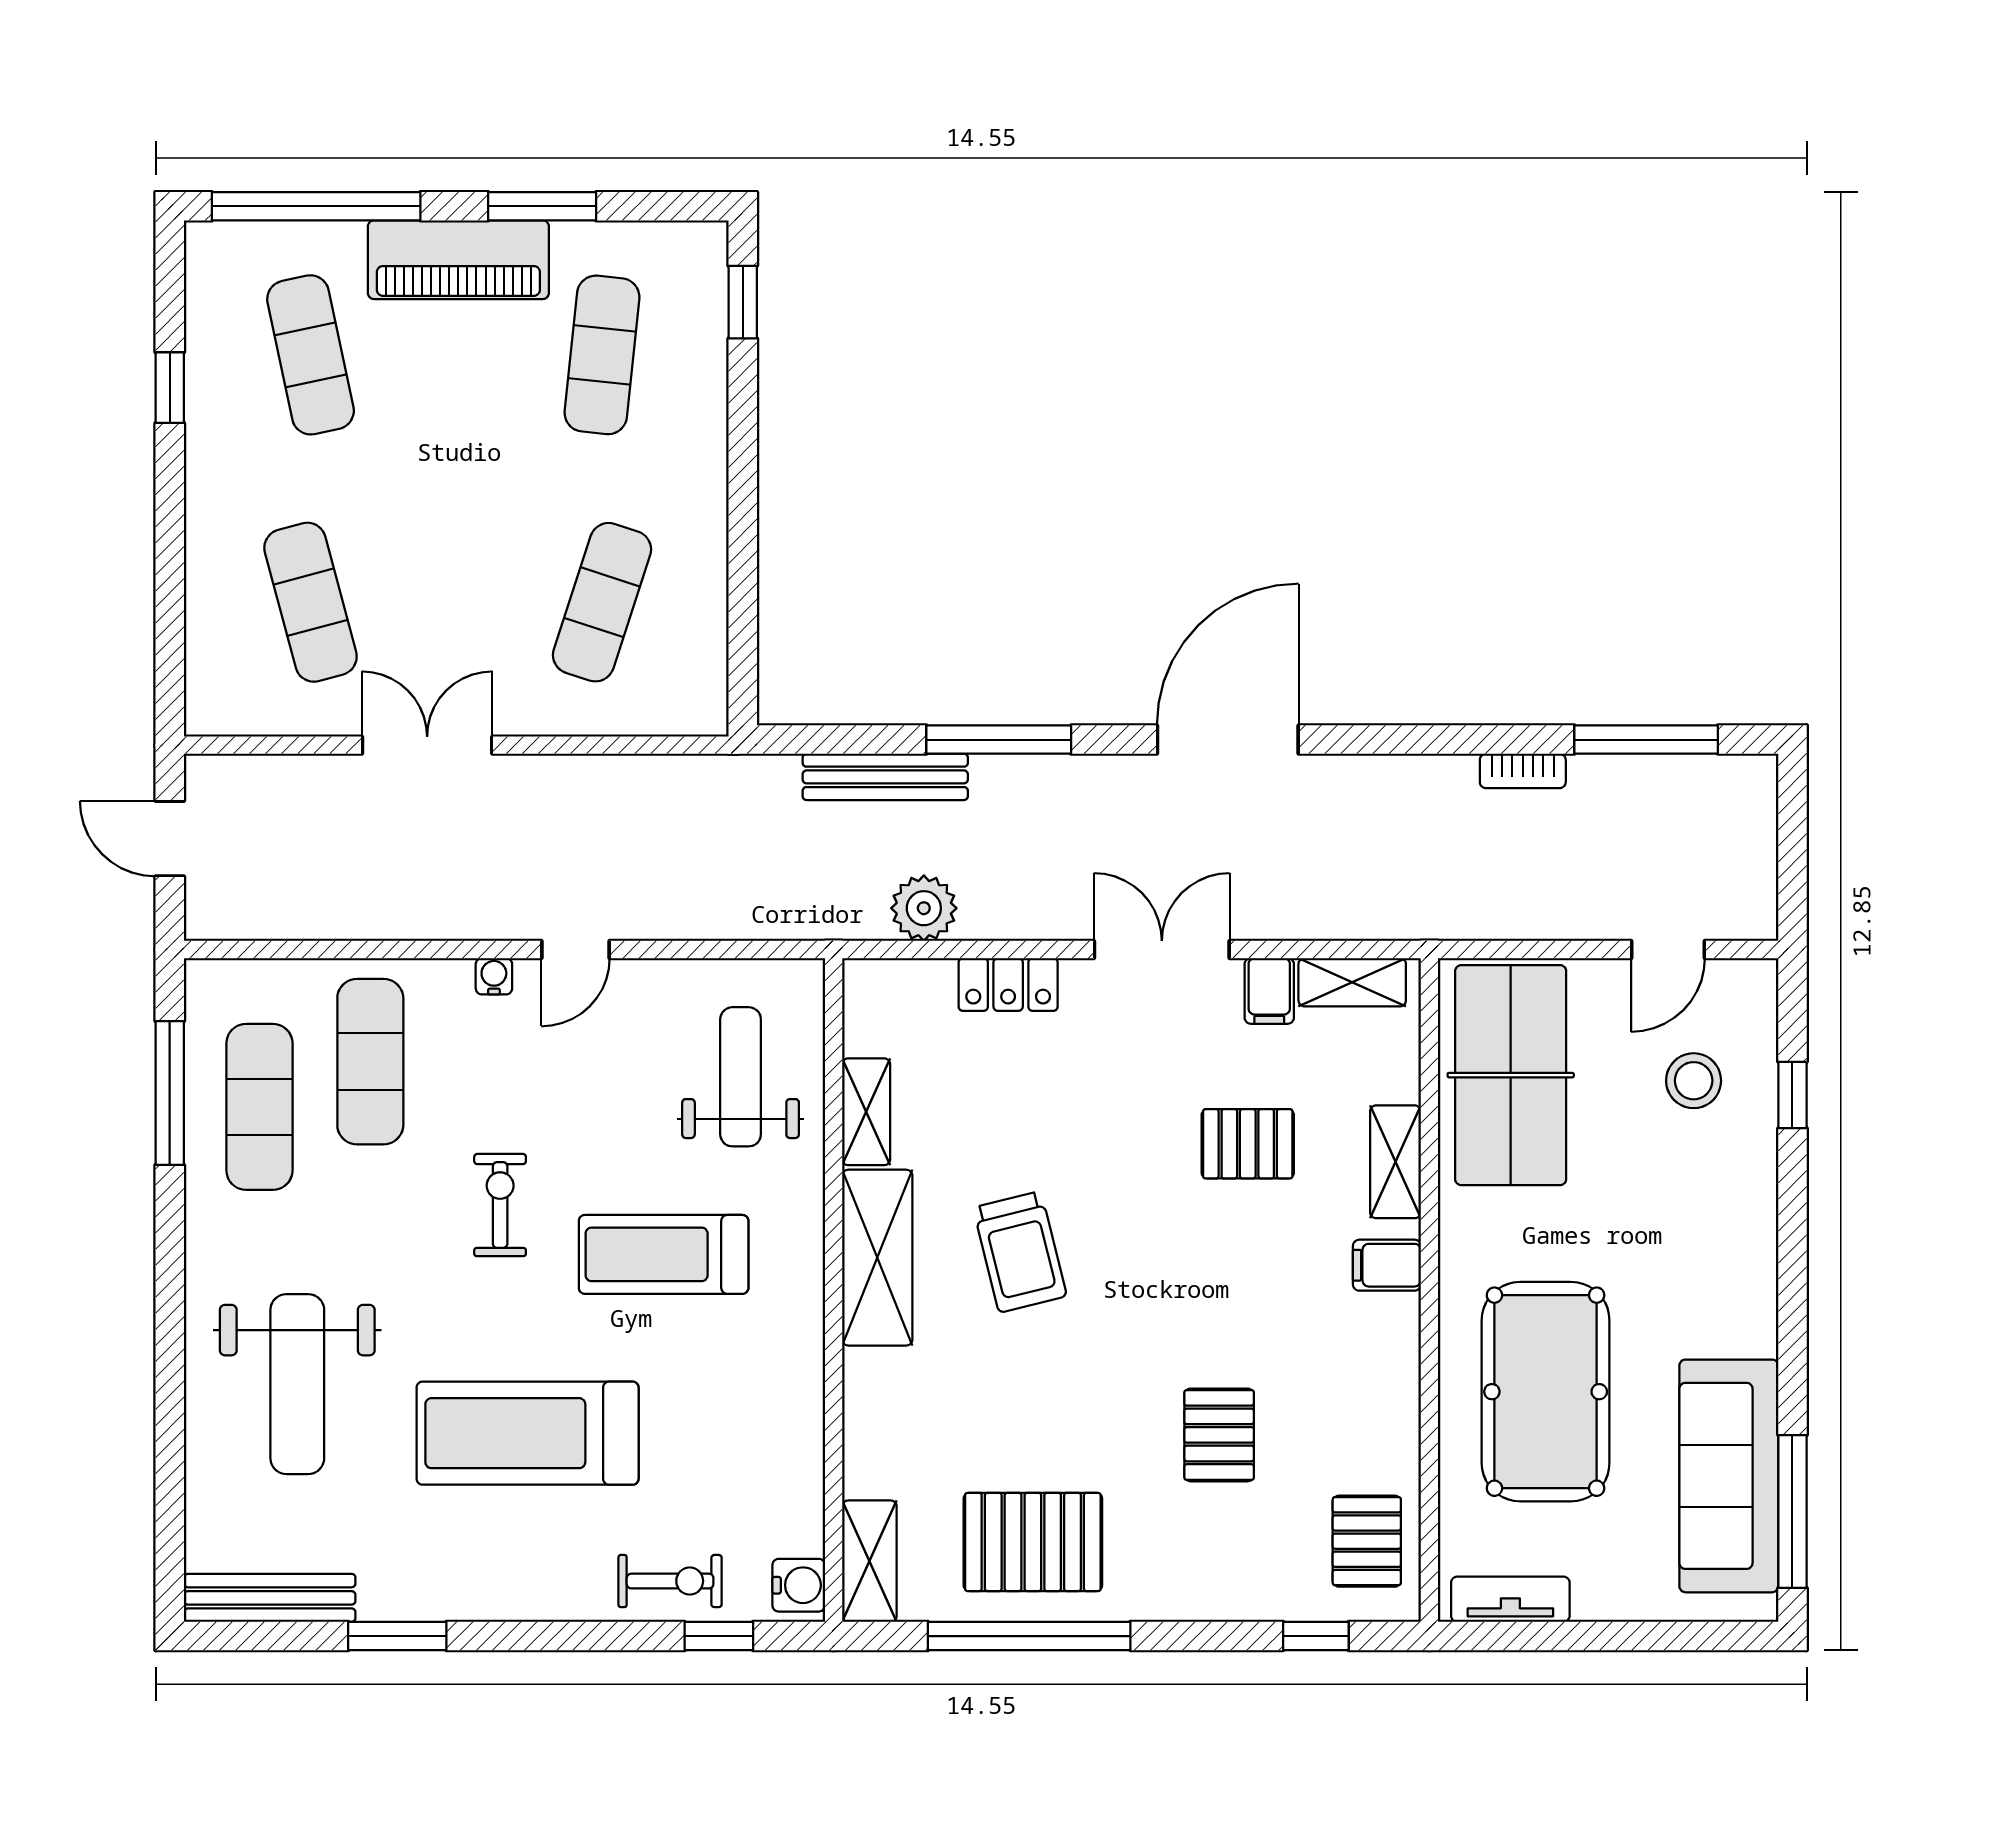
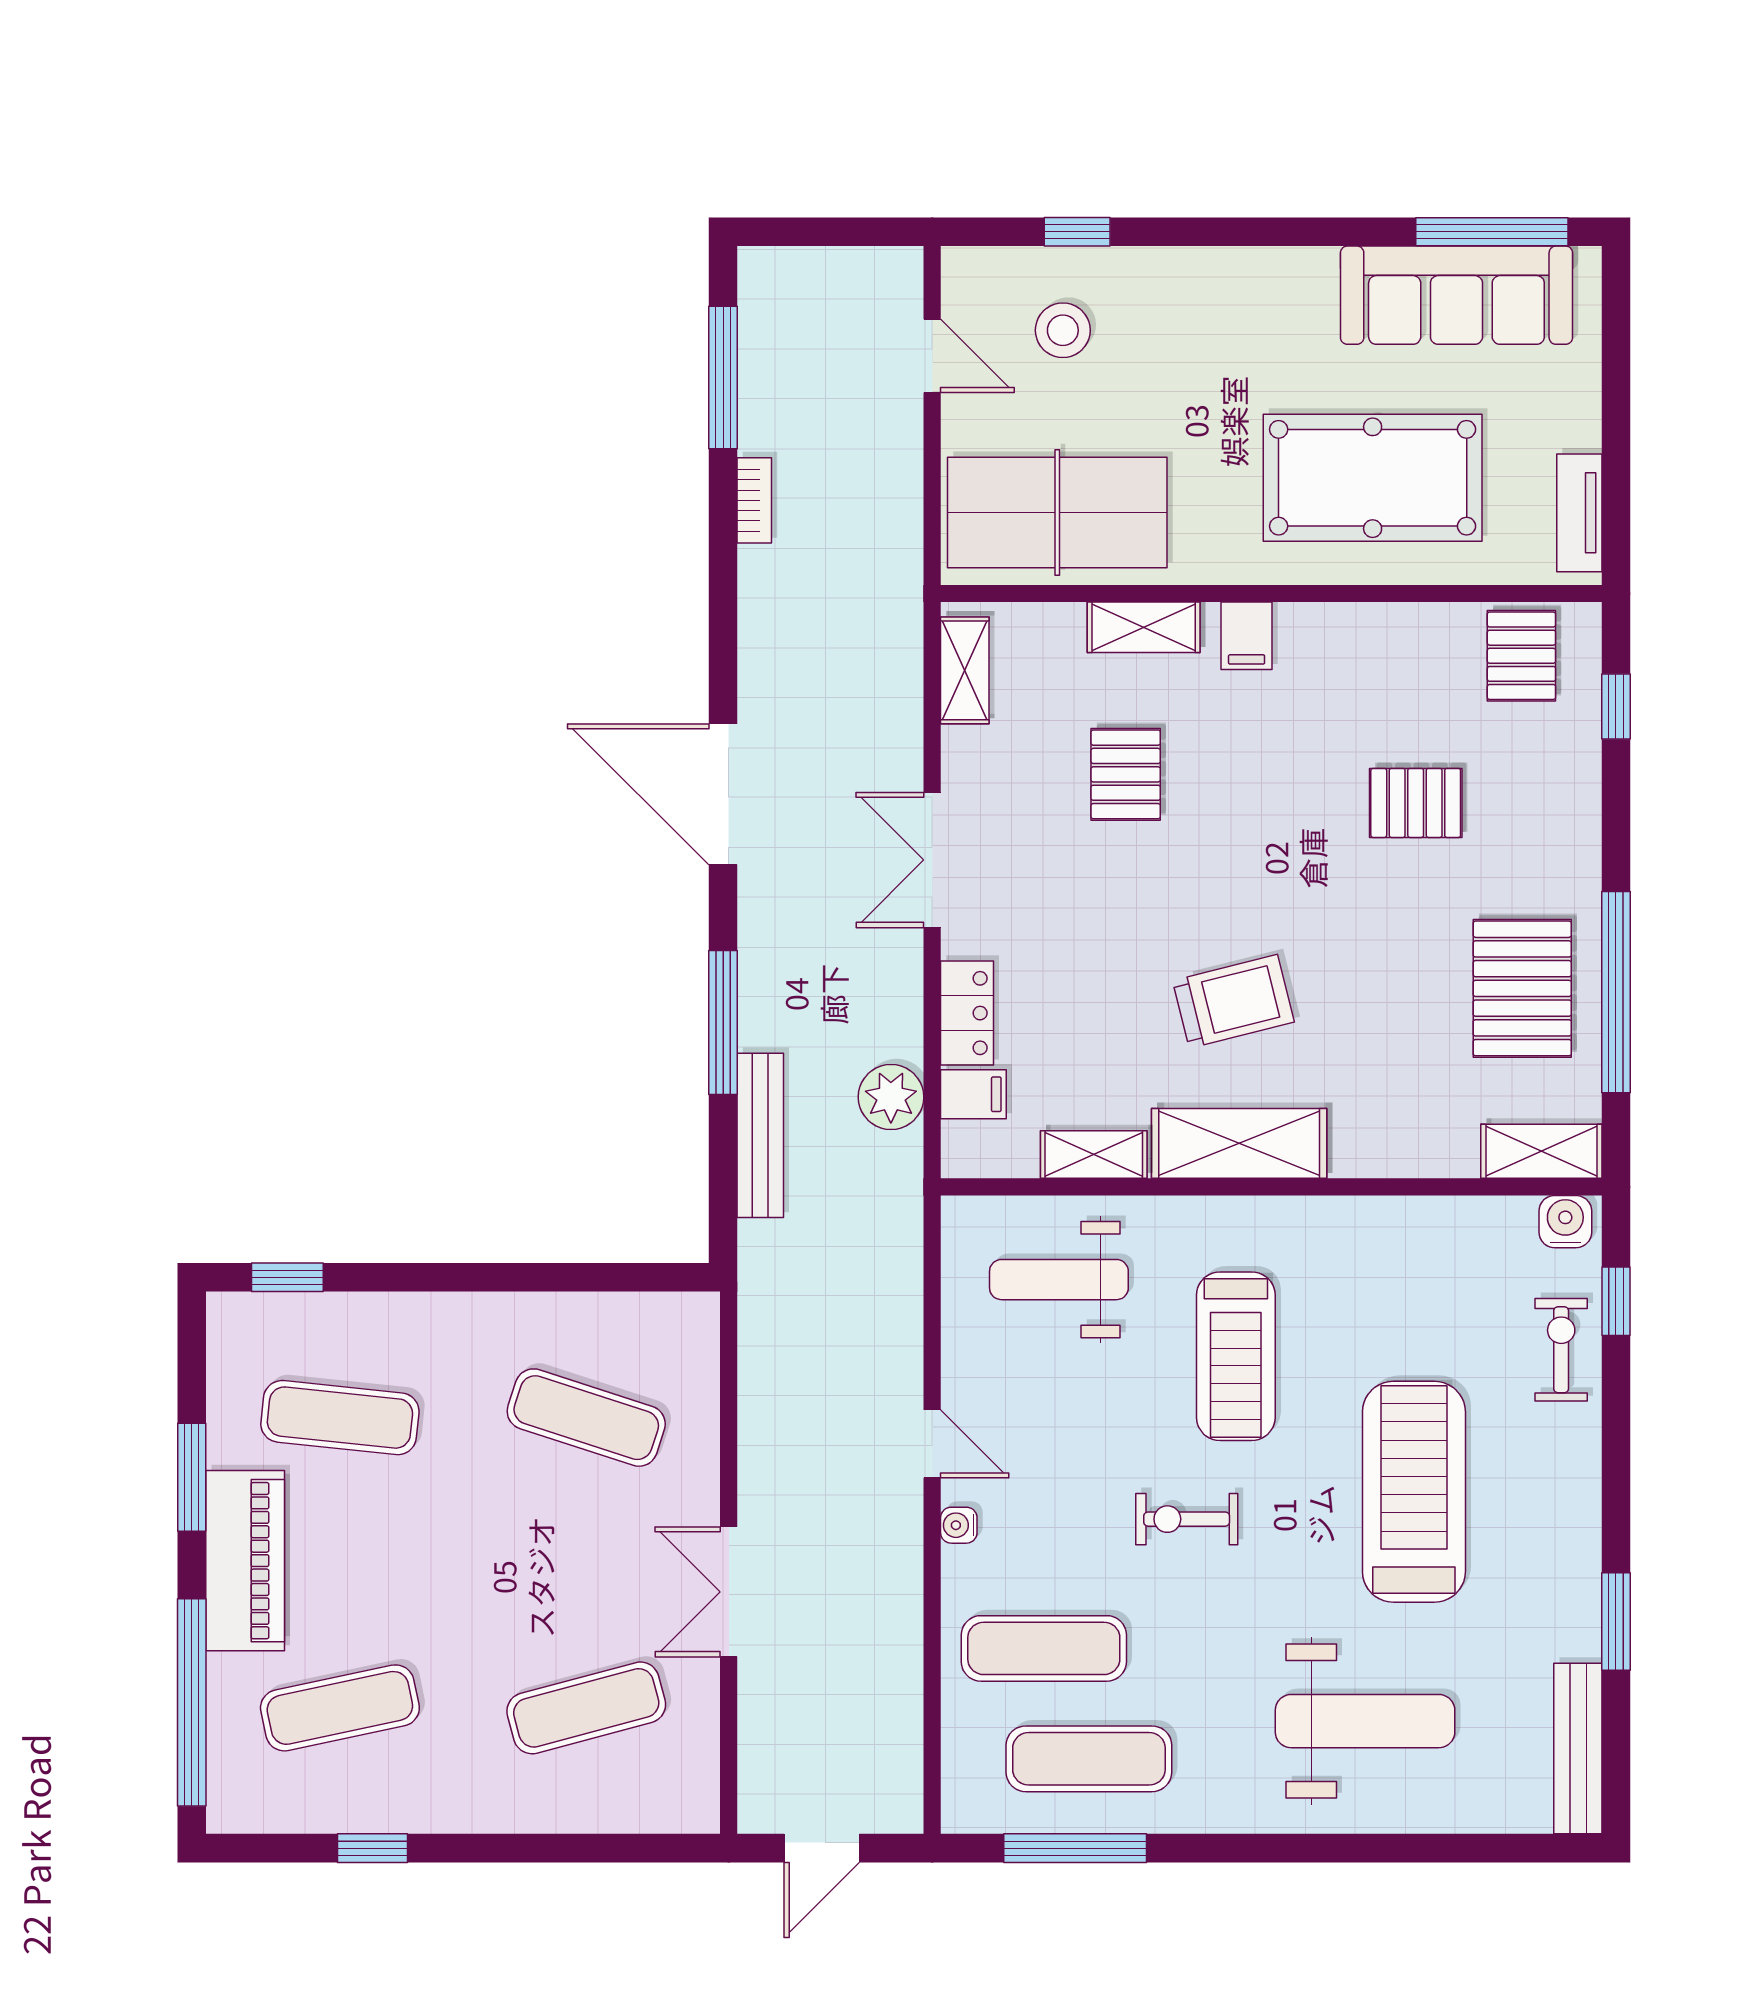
filing cabinet: (1269, 991) -> (973, 1094), moved
treadmill: (528, 1433) -> (1414, 1492), turned 180
pallet: (1367, 1541) -> (1521, 656), turned 90

